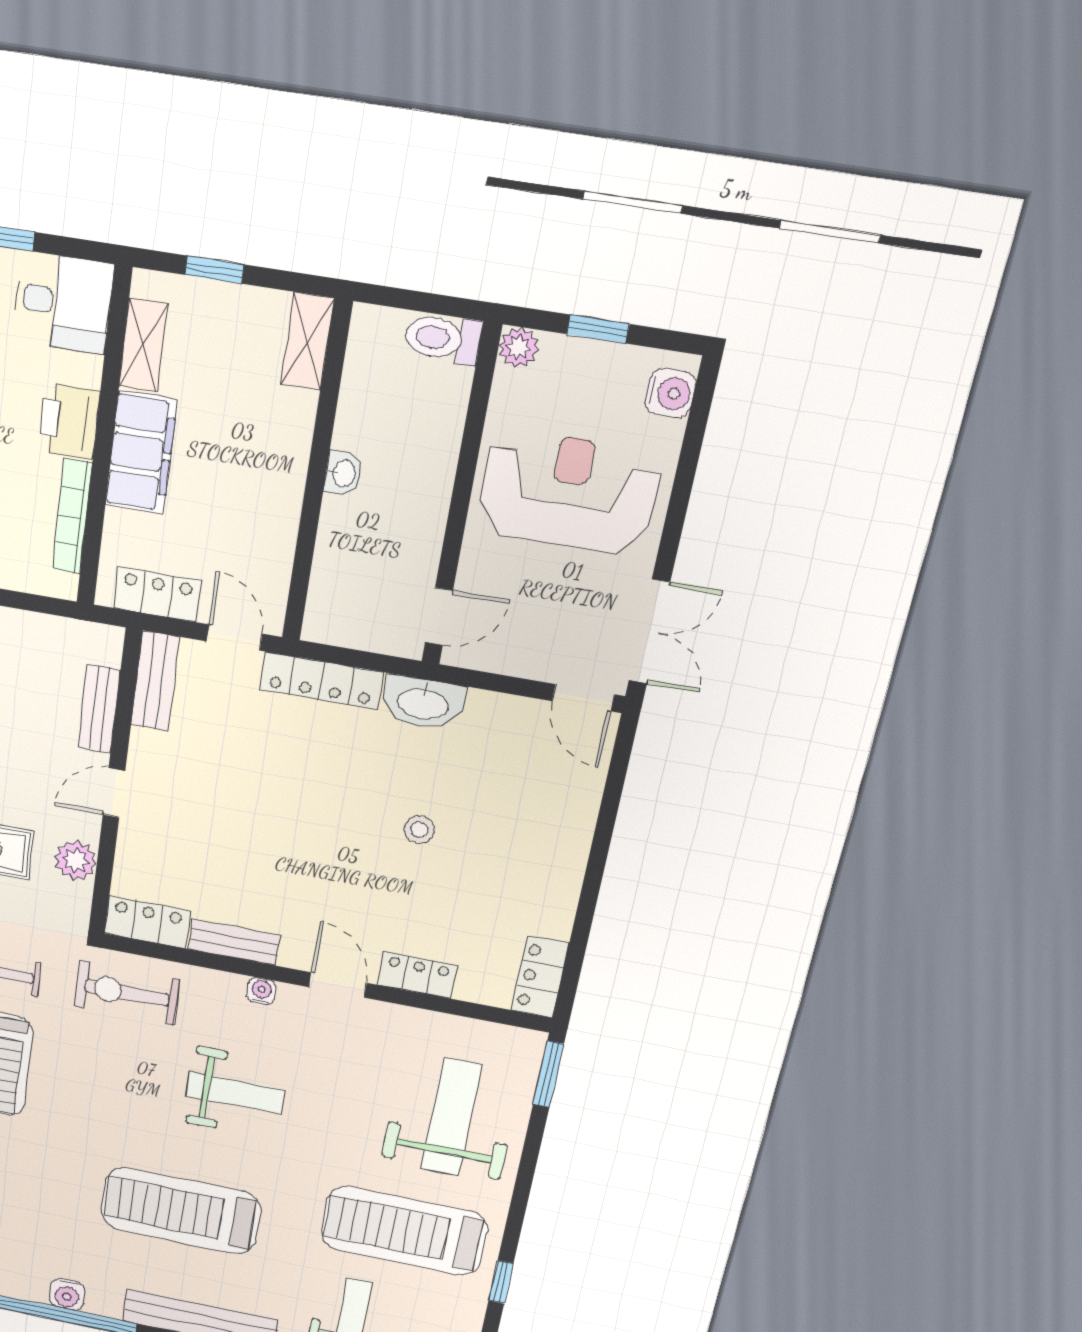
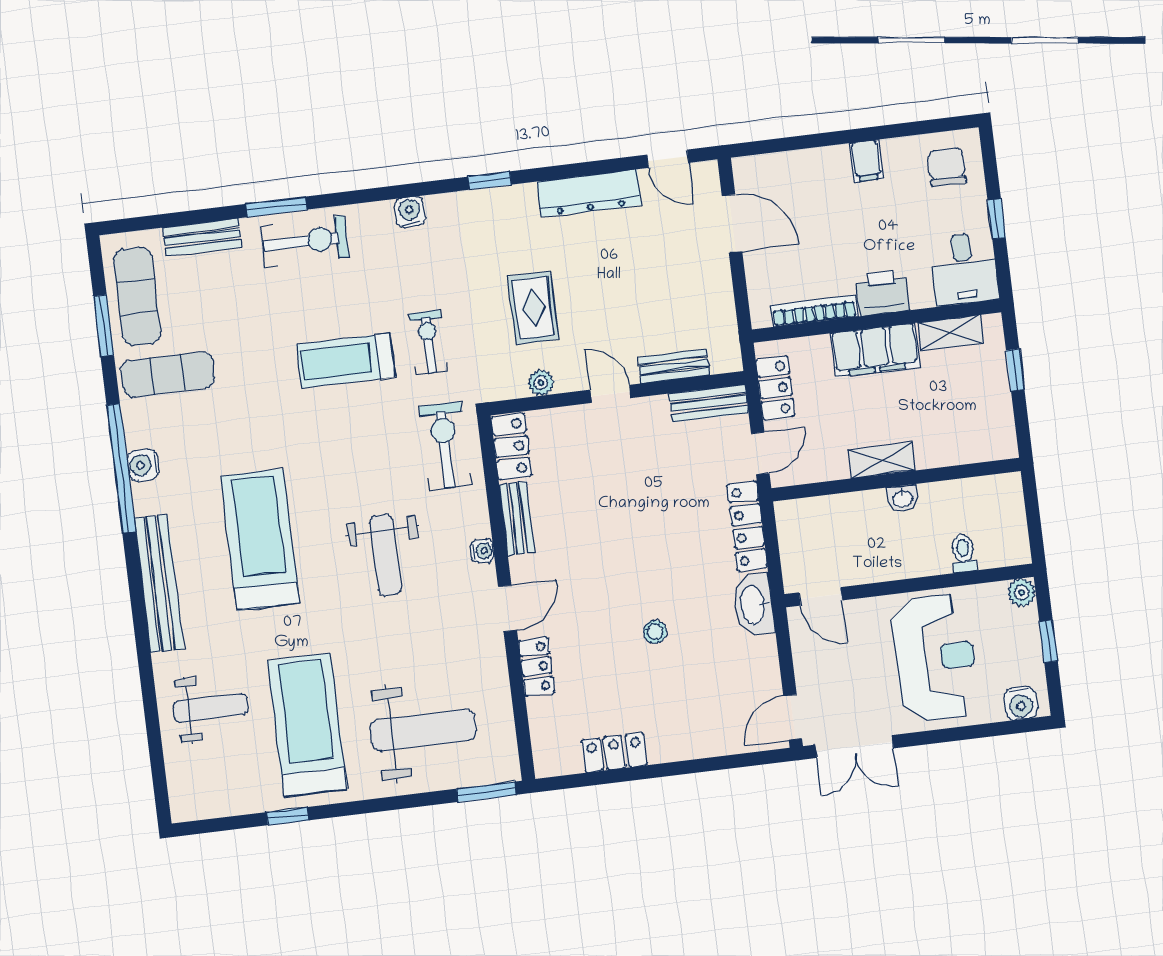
toilet: (443, 339) -> (963, 553), moved, width x0.73, depth x0.72
shelving: (307, 342) -> (882, 460), moved
plant: (75, 860) -> (541, 383), width x0.73, depth x0.73
locker: (540, 977) -> (614, 753), moved

